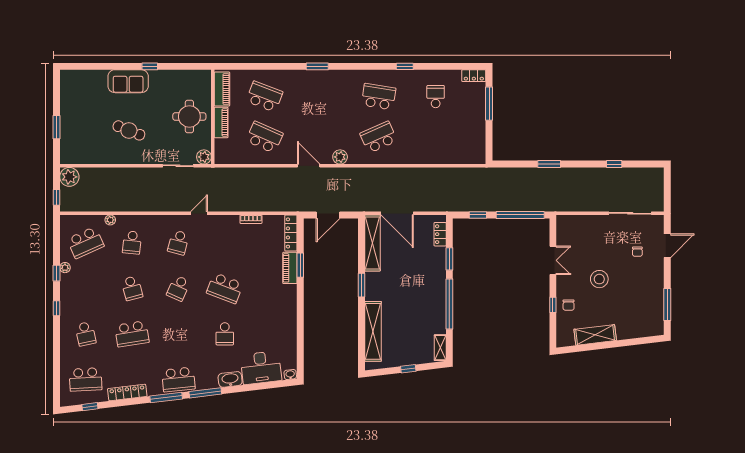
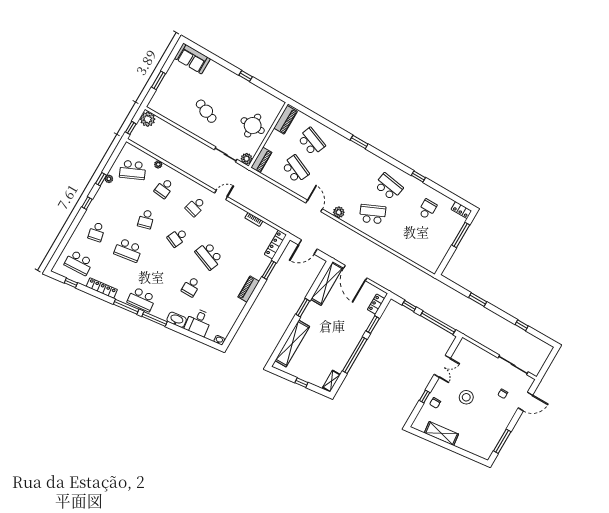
sofa: (128, 81) -> (192, 58), moved
piano: (221, 123) -> (261, 160), moved
piano: (290, 268) -> (249, 289), moved
desk: (261, 368) -> (198, 322), width x0.73

